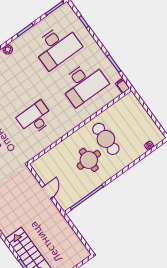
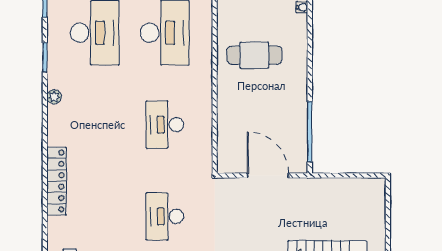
round table: (89, 160) -> (265, 95), removed
door: (48, 192) -> (268, 176), width x1.87

